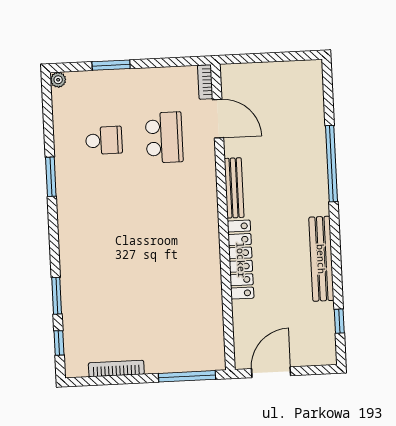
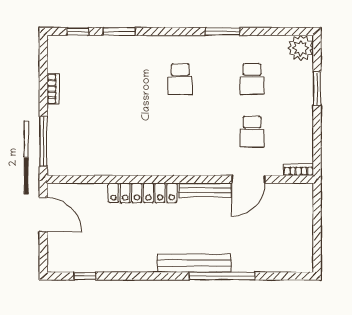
plant: (58, 80) -> (301, 48), width x1.87, depth x1.87
door: (218, 119) -> (248, 179), moved
school desk: (164, 137) -> (252, 132), width x0.54
school desk: (108, 223) -> (180, 79), added
bench: (321, 259) -> (194, 263), moved
bookcase: (116, 369) -> (53, 89), width x0.64

